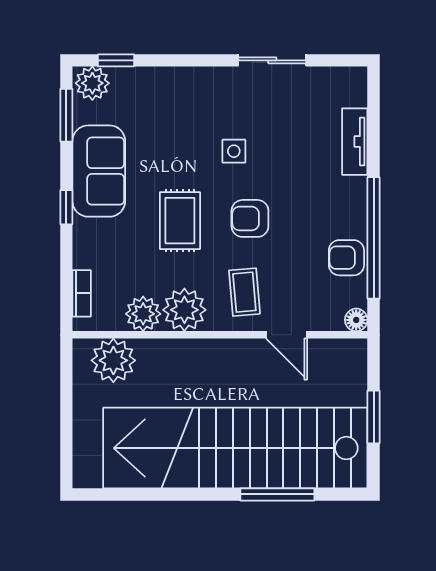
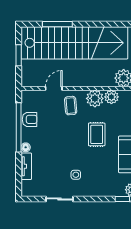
side table: (234, 151) -> (76, 175), moved
armchair: (250, 218) -> (68, 135), removed
floor lamp: (356, 320) -> (26, 147), moved
door: (286, 335) -> (54, 88), hinge flipped

